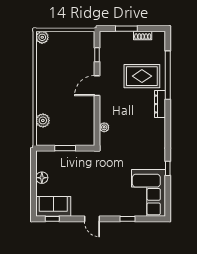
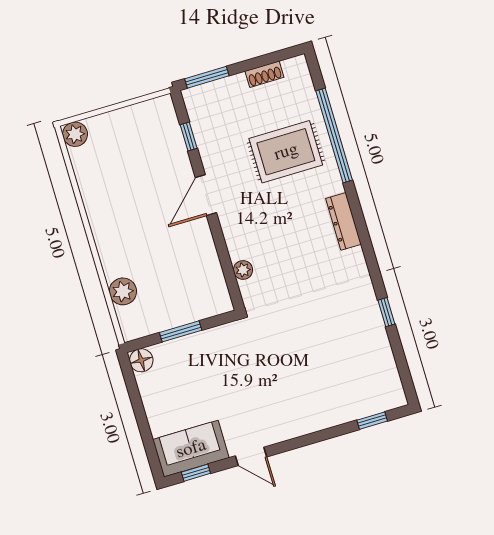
window: (126, 29) -> (207, 77), moved
dresser: (160, 104) -> (343, 221), moved
floor lamp: (42, 178) -> (141, 360), moved
corner sofa: (148, 193) -> (364, 369), removed
door: (92, 219) -> (251, 456), moved
window: (128, 219) -> (372, 421), moved

